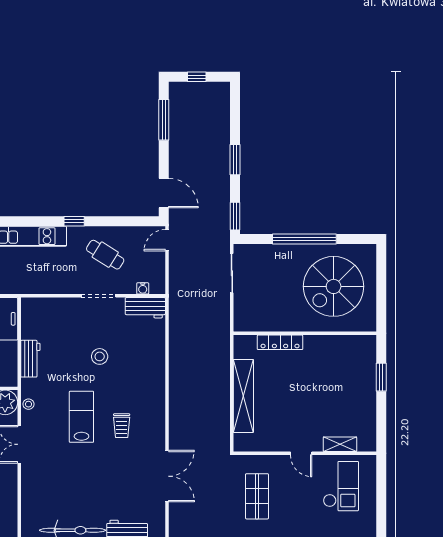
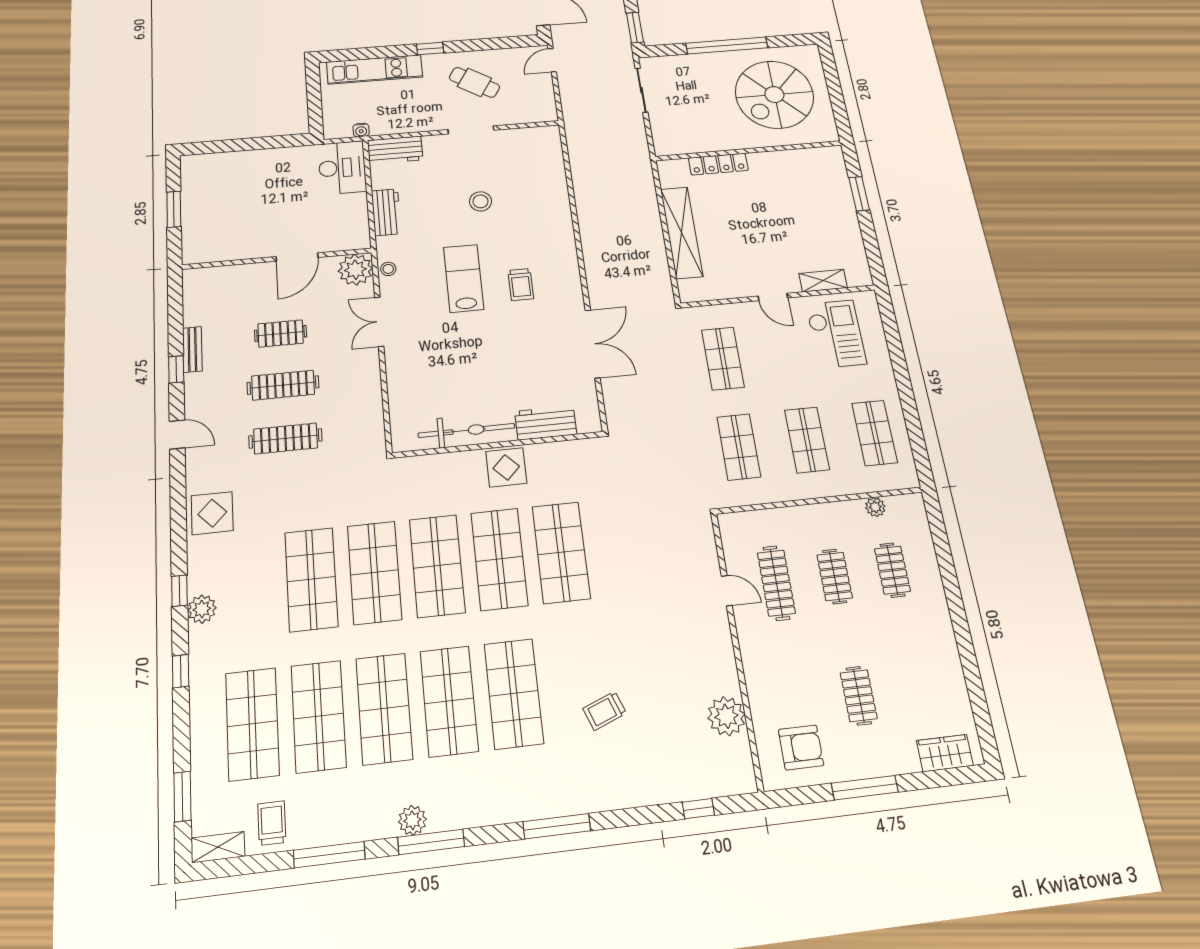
water cooler: (143, 288) -> (361, 130), moved
workbench: (145, 308) -> (395, 150), moved

